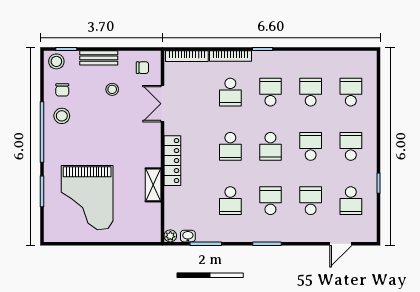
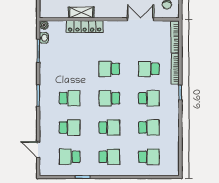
locker: (172, 161) -> (85, 27), moved
school desk: (230, 201) -> (70, 69), removed

